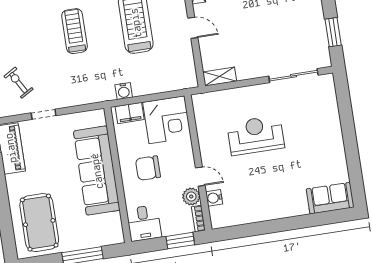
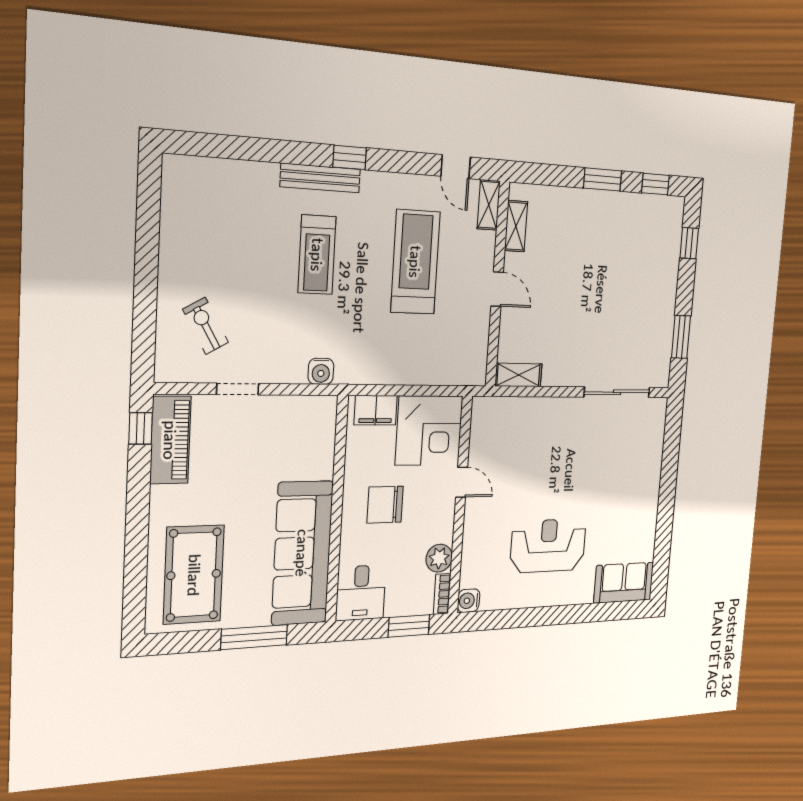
treadmill: (74, 31) -> (317, 255), turned 180
water cooler: (124, 91) -> (321, 371), moved
reception desk: (256, 135) -> (548, 546), moved
sofa: (97, 171) -> (302, 553), moved
door: (200, 177) -> (462, 482), moved
water cooler: (214, 198) -> (469, 601), moved

